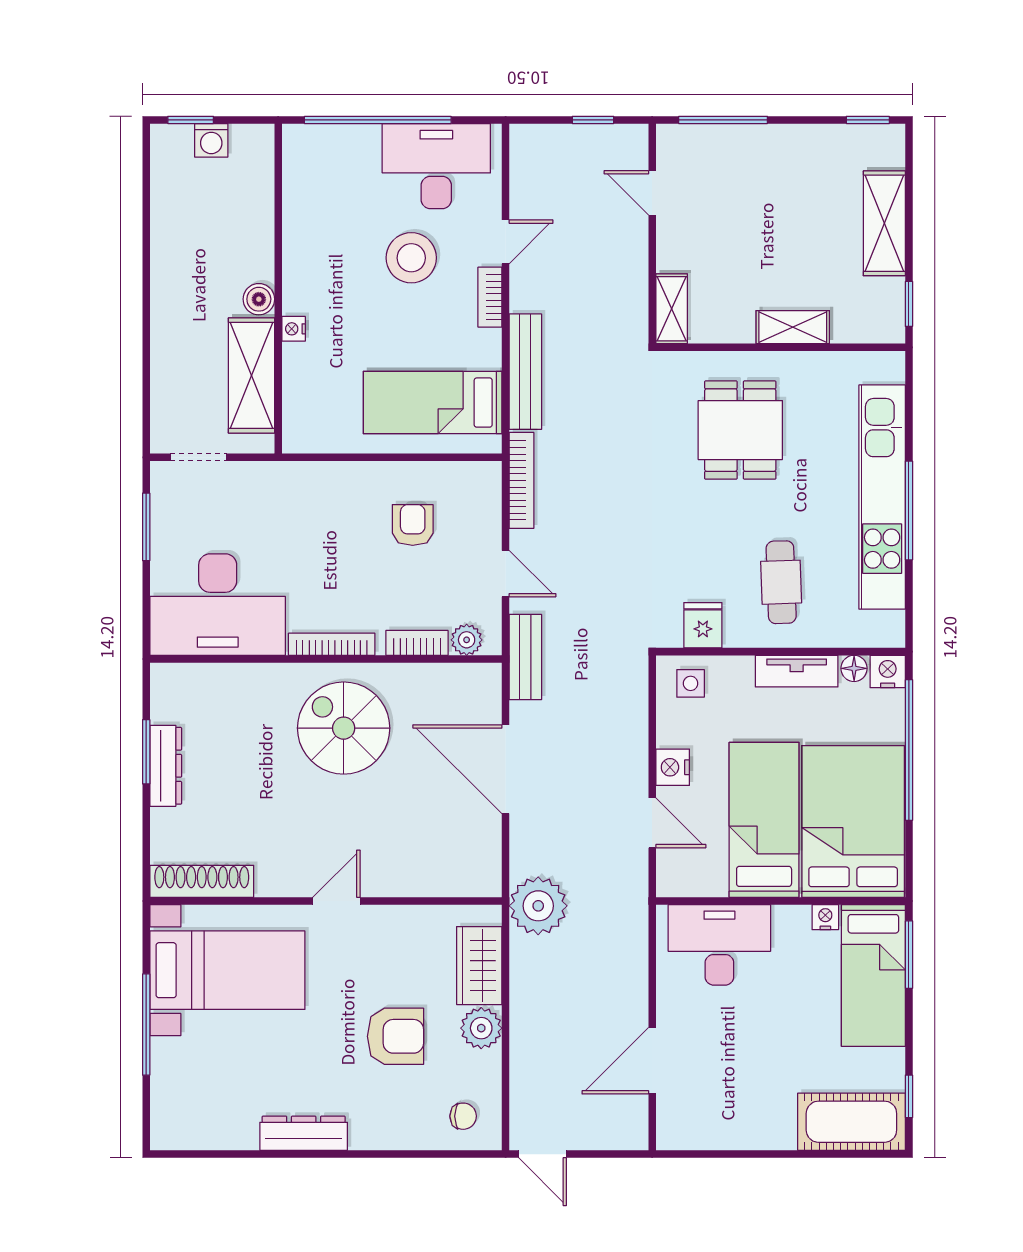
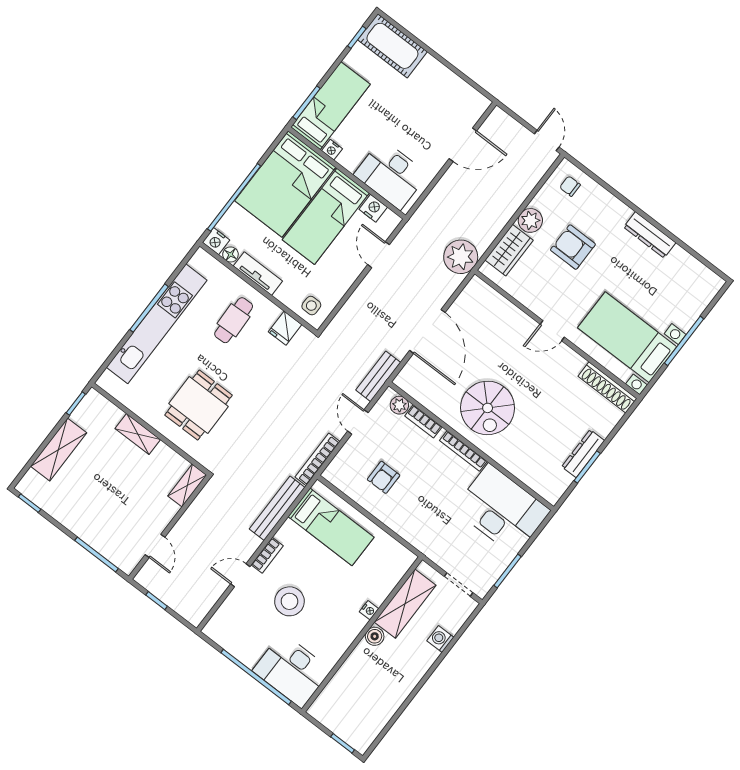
washing machine: (211, 140) -> (440, 639), moved, turned -90
desk: (436, 166) -> (292, 670), moved
nightstand: (673, 767) -> (373, 208), moved, turned -90

